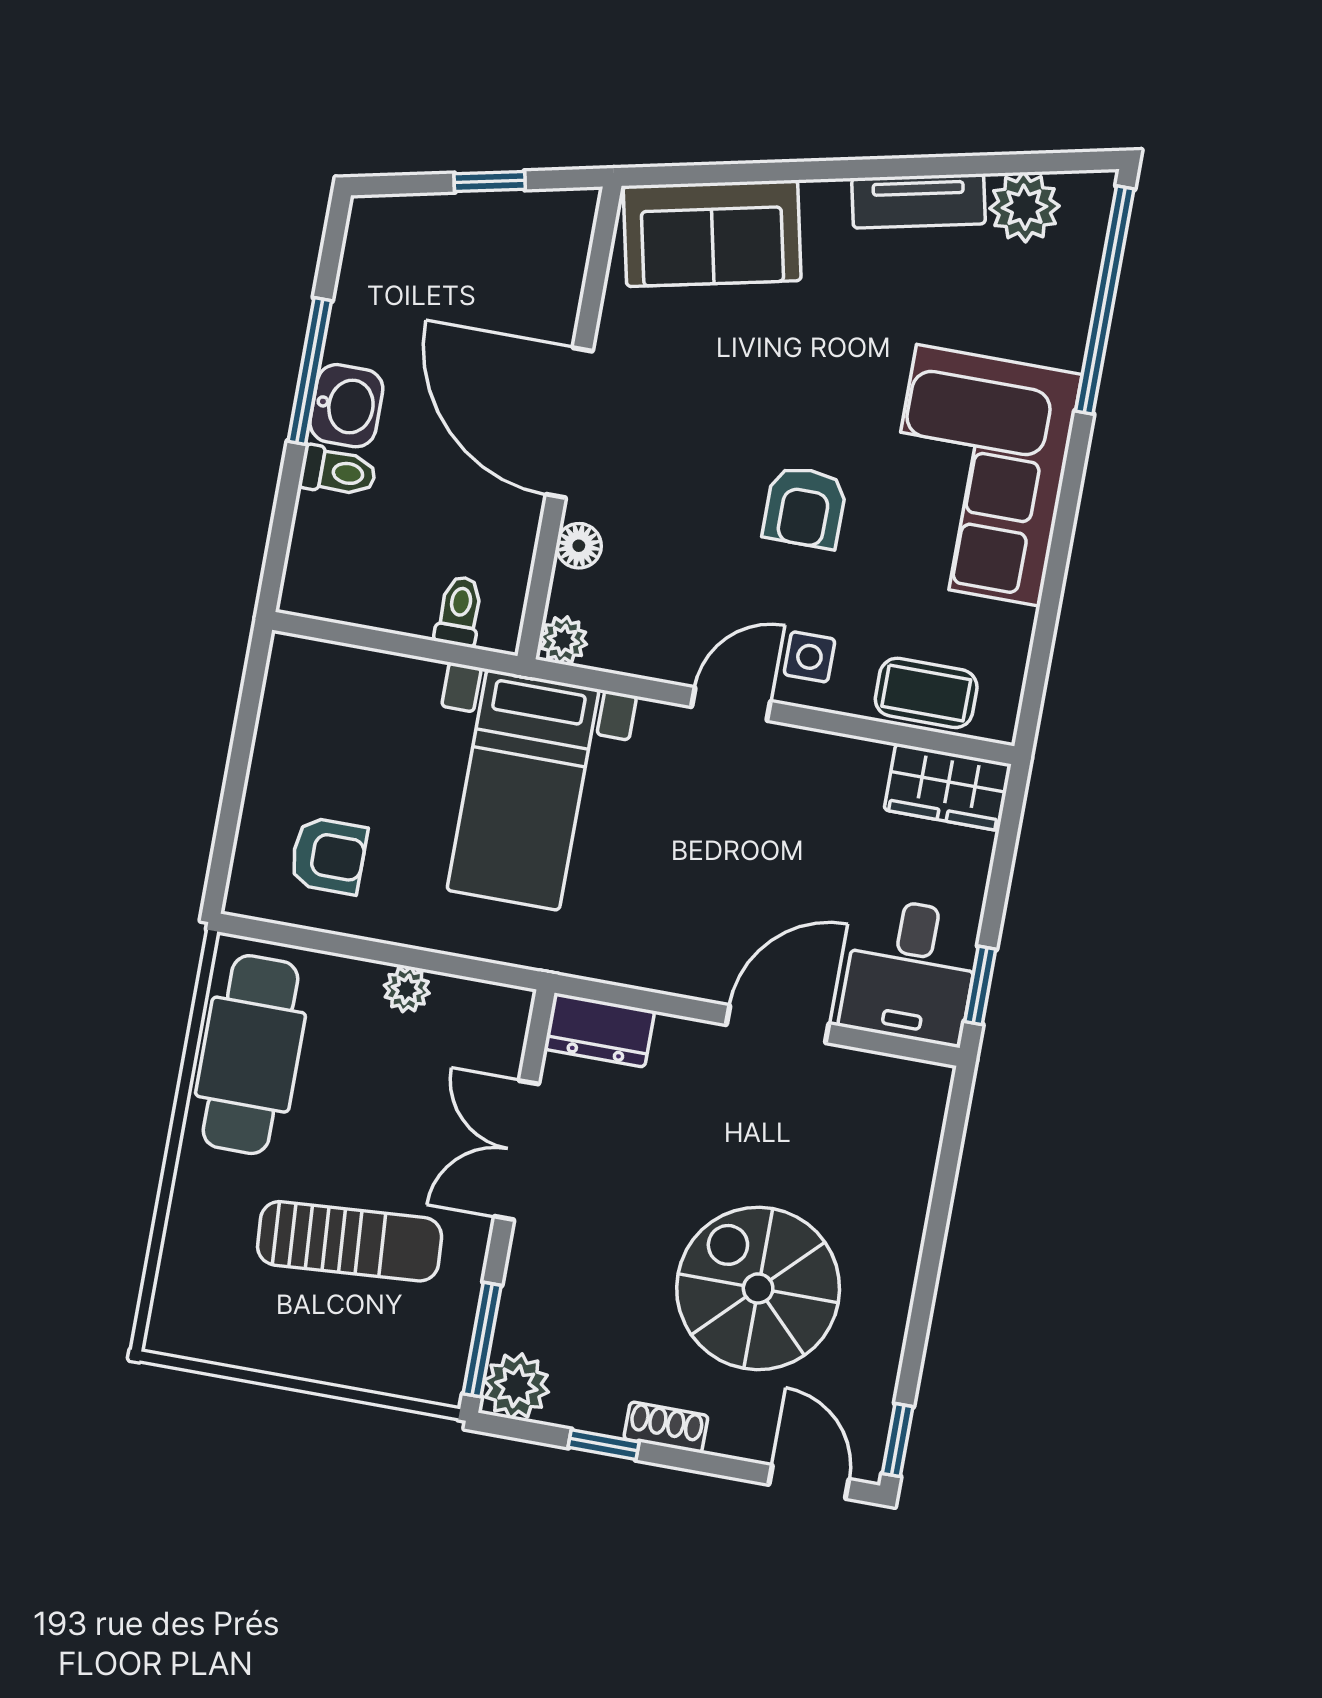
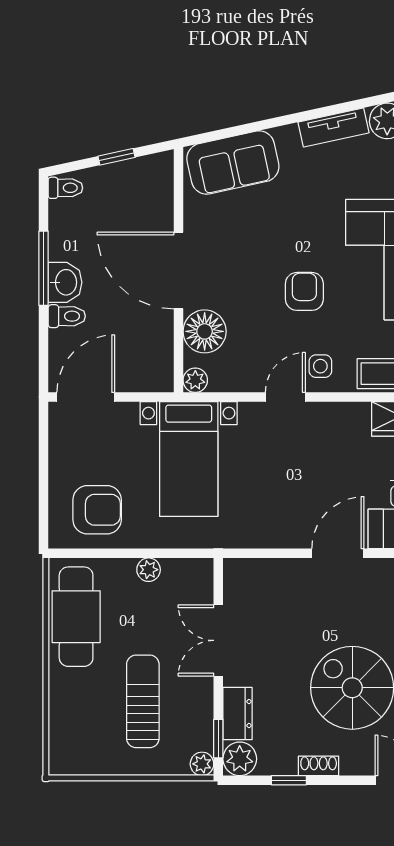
armchair: (805, 507) -> (304, 291), turned 180
floor lamp: (579, 546) -> (205, 331), width x1.89, depth x1.89
toilet: (459, 611) -> (65, 188), moved, turned 90
door: (346, 634) -> (86, 397), added
armchair: (328, 856) -> (97, 510), width x1.38, depth x1.38
dresser: (599, 1030) -> (238, 714), moved, turned -90
sun lounger: (350, 1241) -> (143, 701), turned -86
window: (482, 1340) -> (218, 739), width x0.67
plant: (442, 1383) -> (202, 764), added

